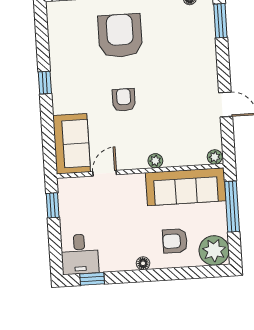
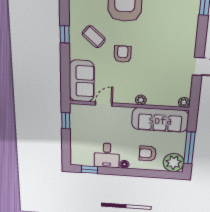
coffee table: (83, 81) -> (94, 37), added
window: (232, 207) -> (189, 148), moved
desk: (80, 254) -> (107, 155), moved

